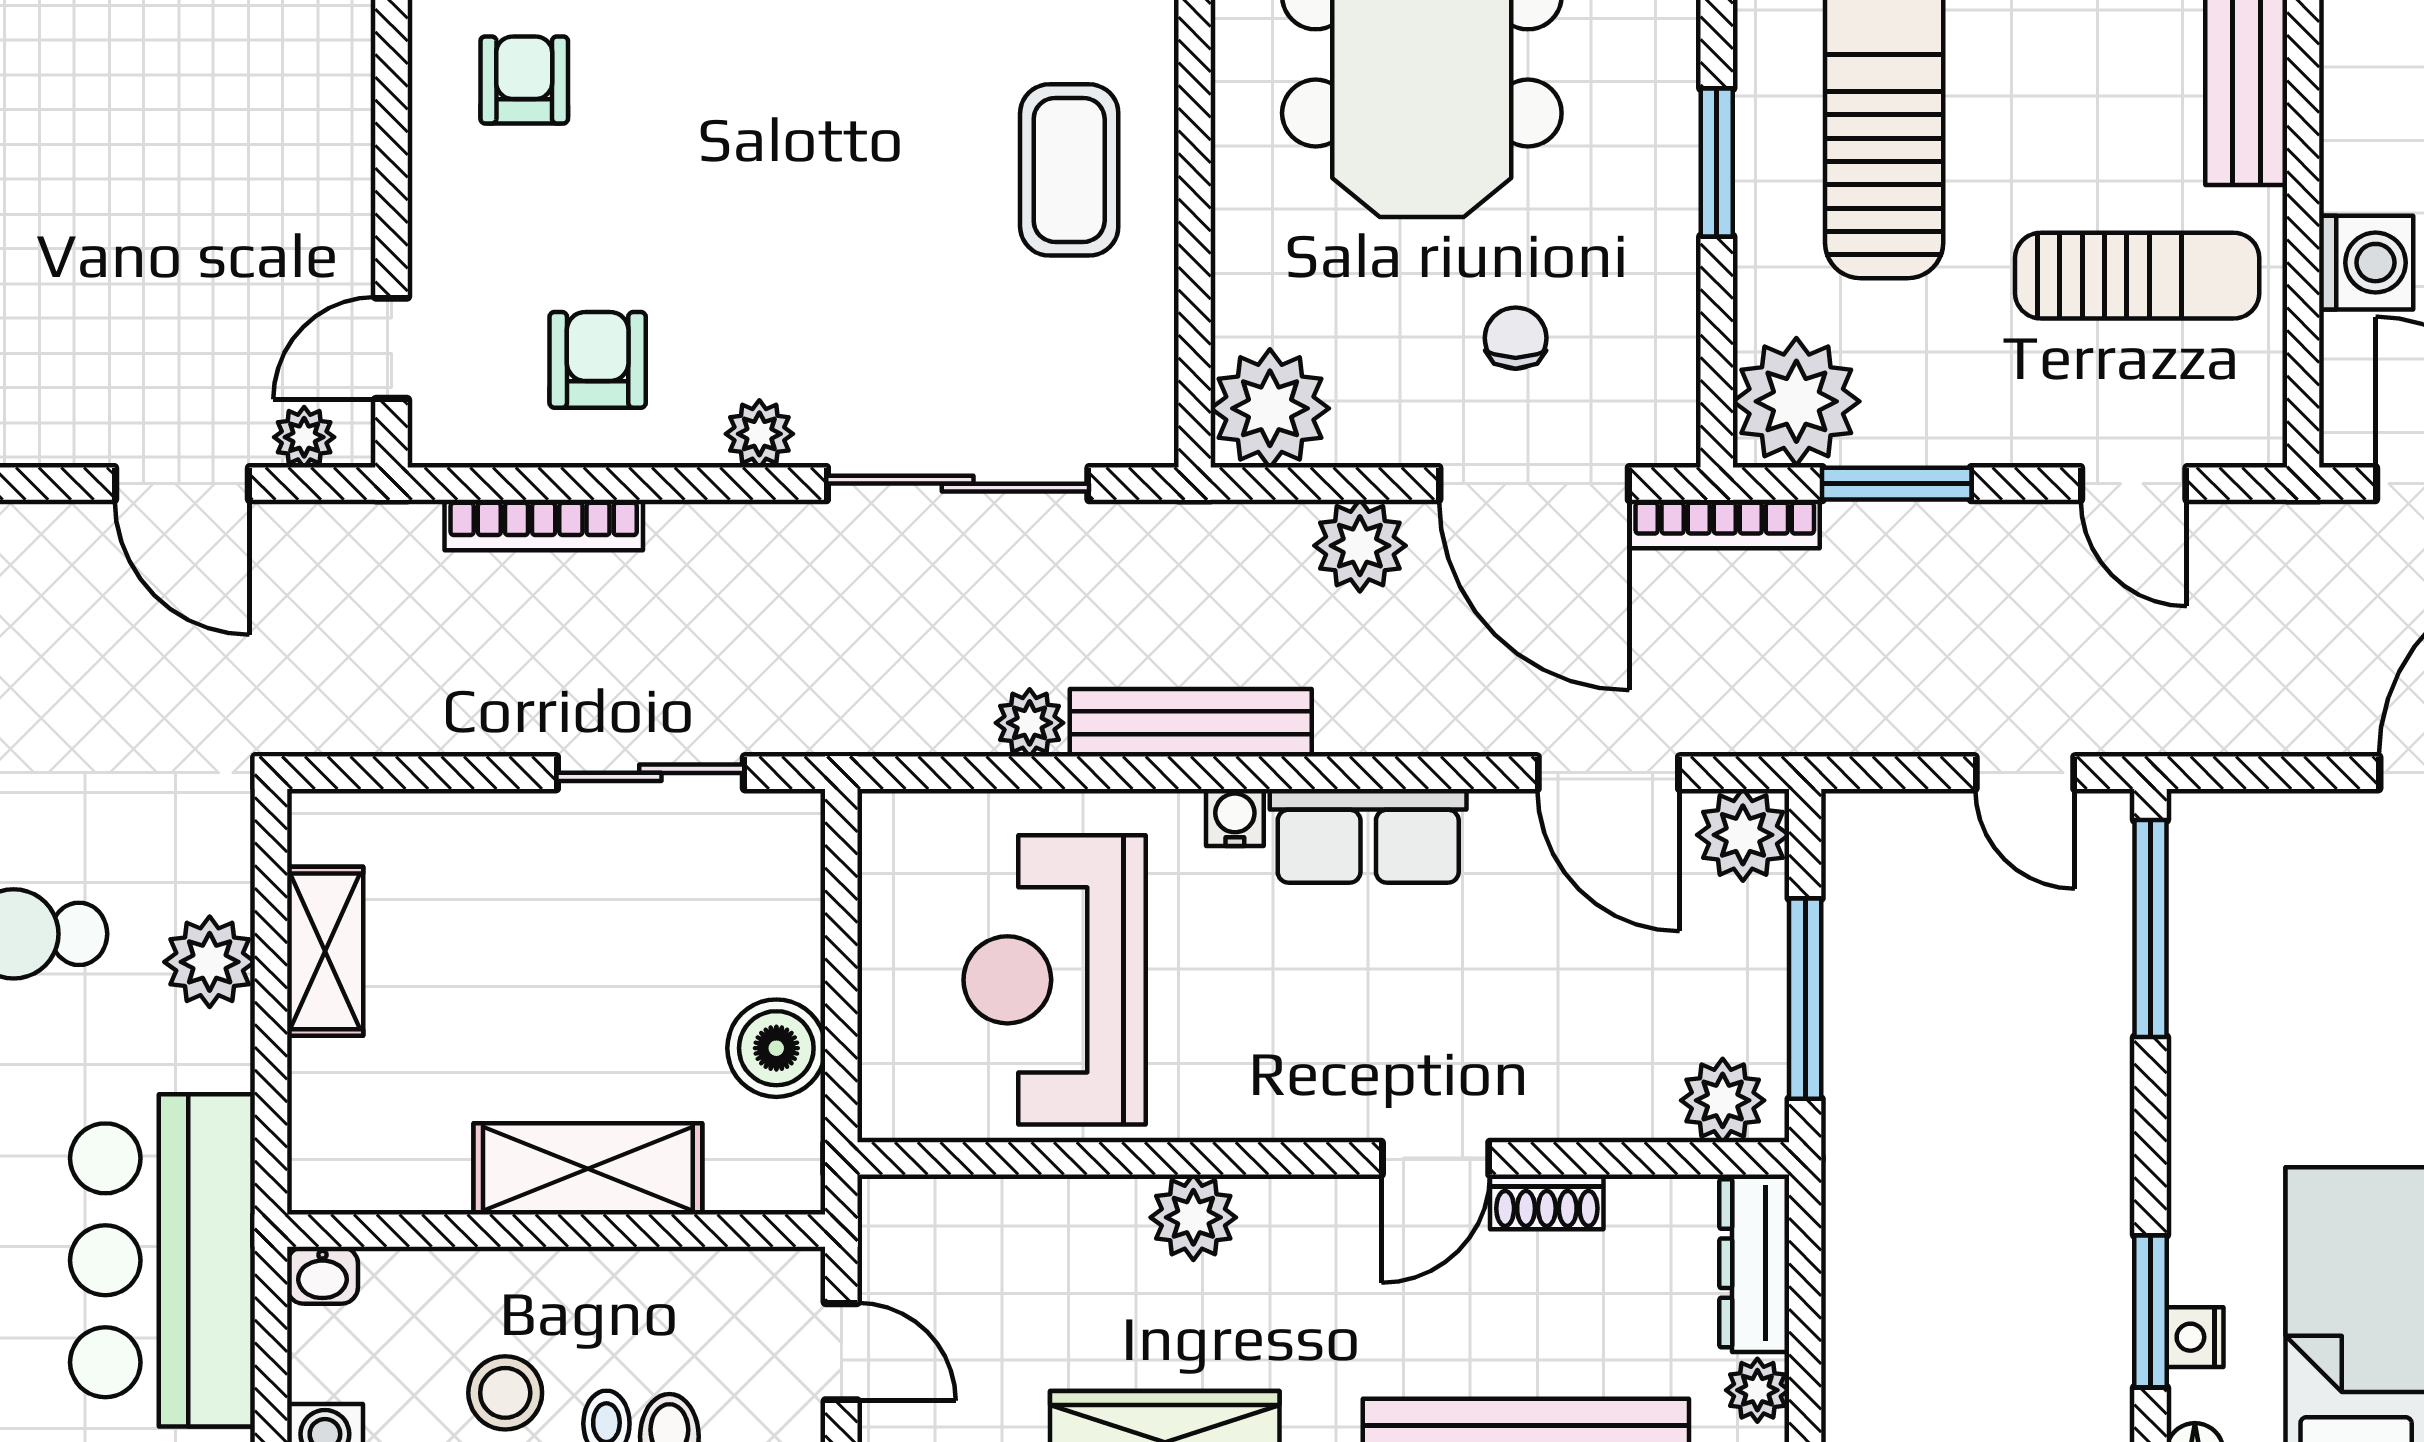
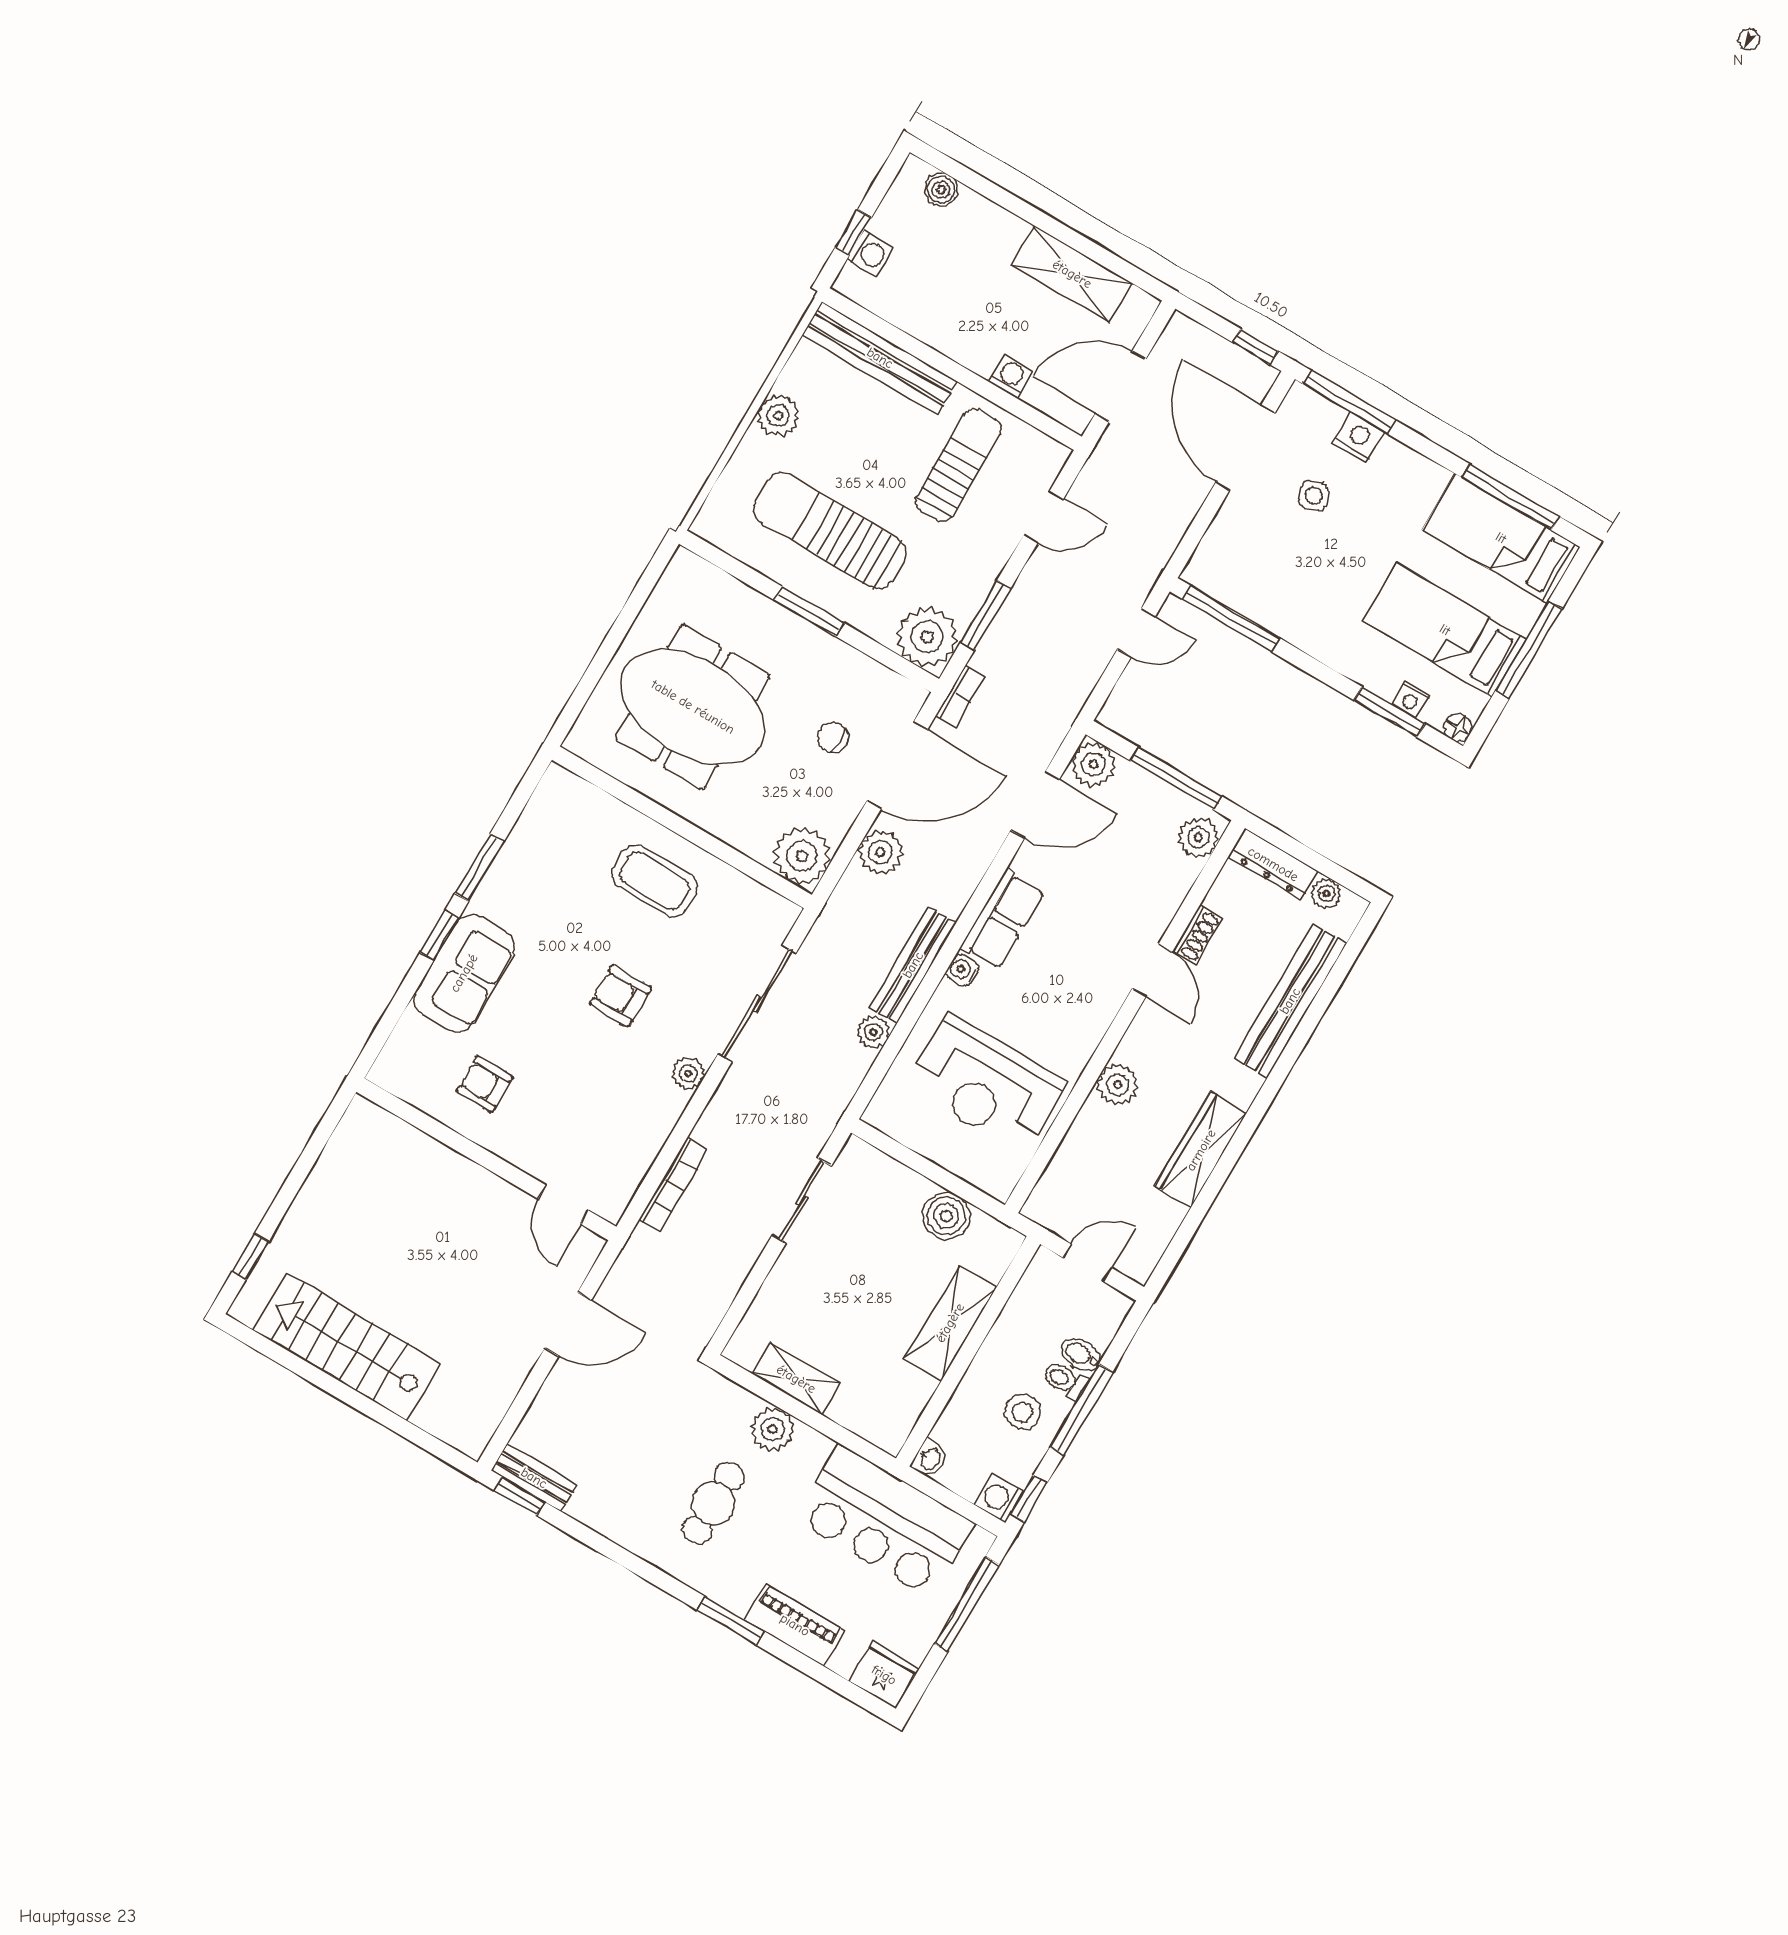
washing machine: (2366, 263) -> (1011, 376), width x0.73, depth x0.73
armchair: (598, 360) -> (620, 996), moved
plant: (304, 437) -> (579, 1262), removed
bookcase: (1725, 524) -> (960, 696), width x0.64

